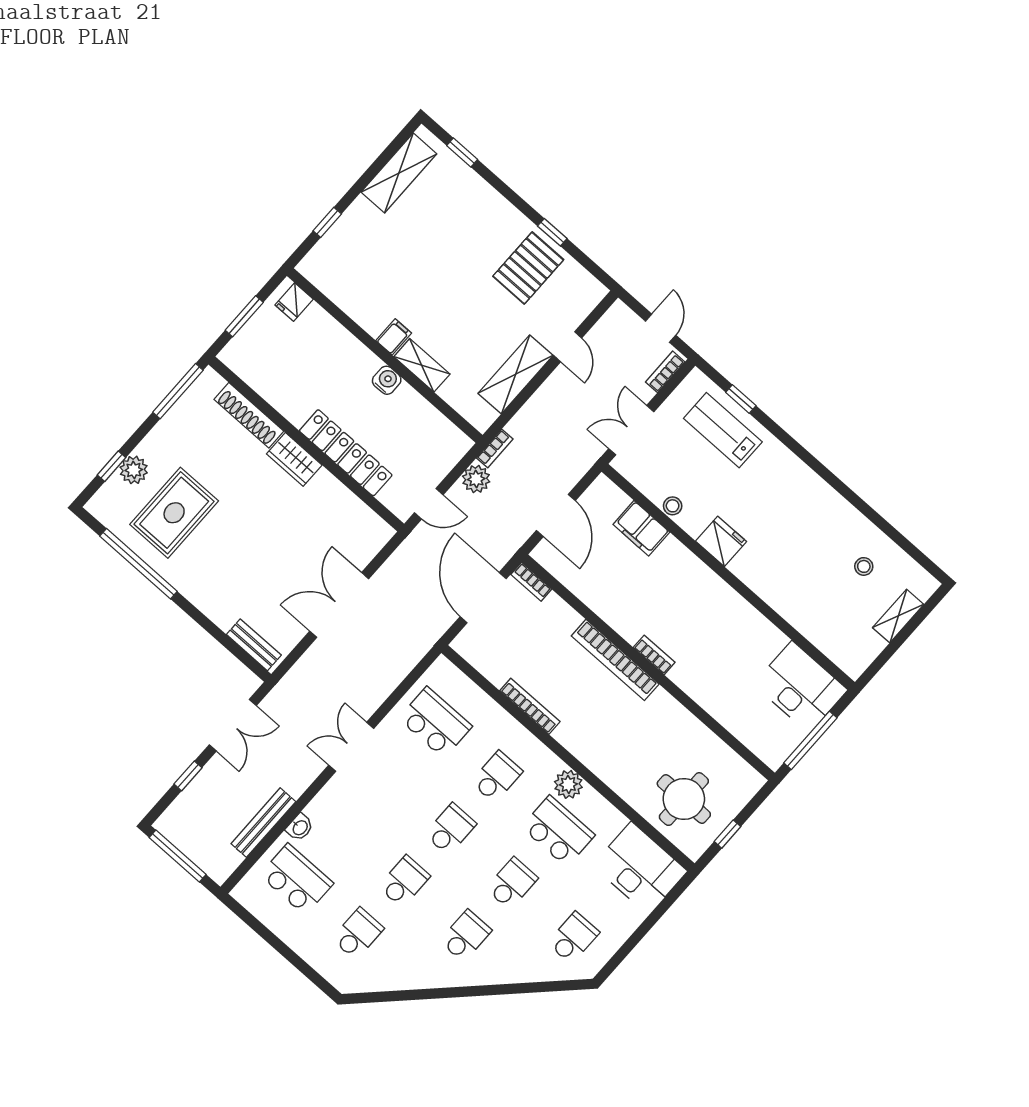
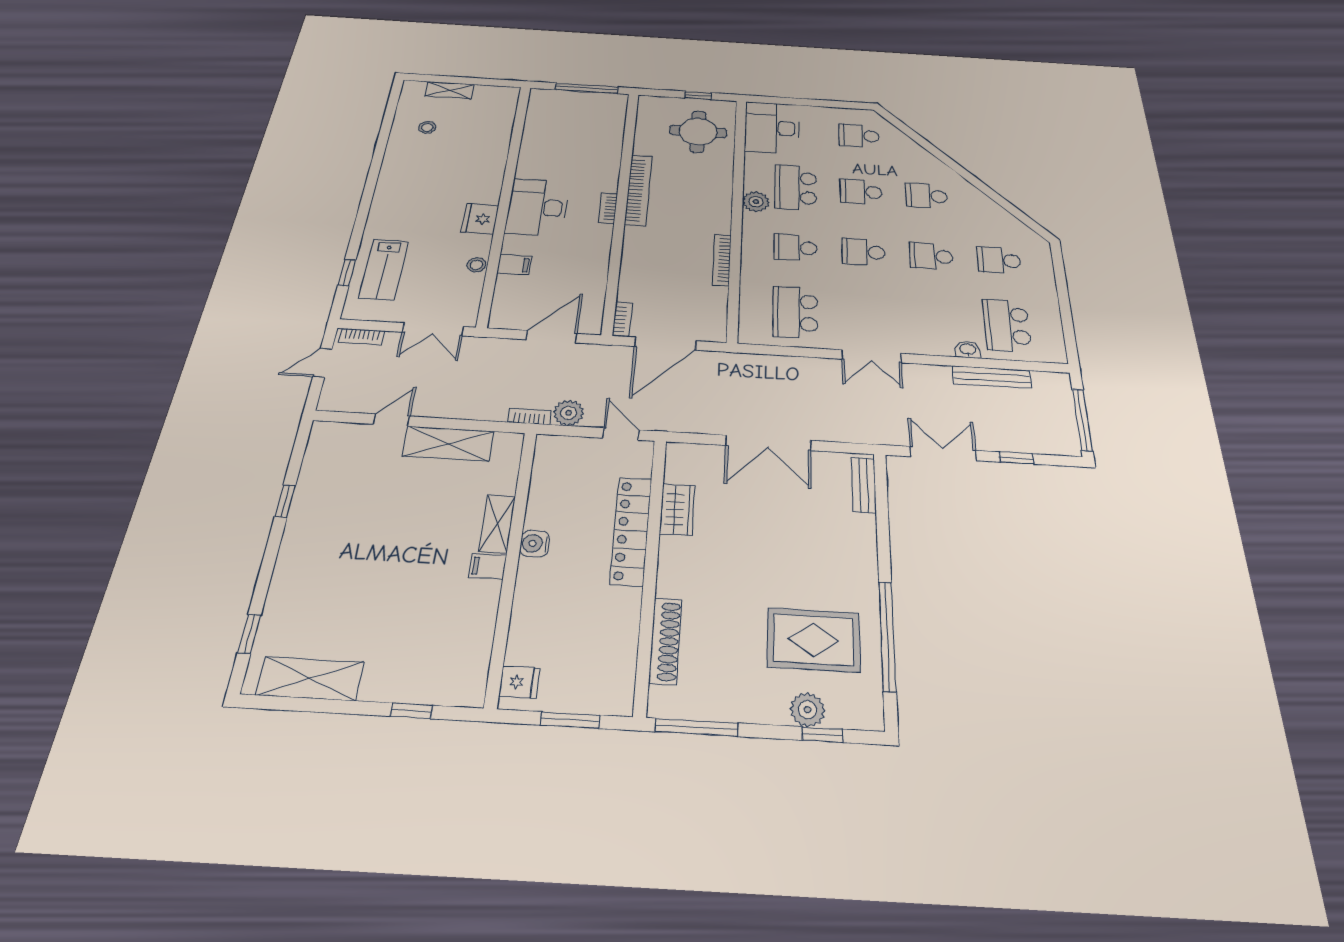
pallet: (528, 268) -> (336, 498), removed
wardrobe: (294, 459) -> (677, 509), moved
filing cabinet: (641, 528) -> (514, 265), width x0.50
bookcase: (615, 660) -> (638, 190), moved
desk: (800, 687) -> (537, 207), moved

